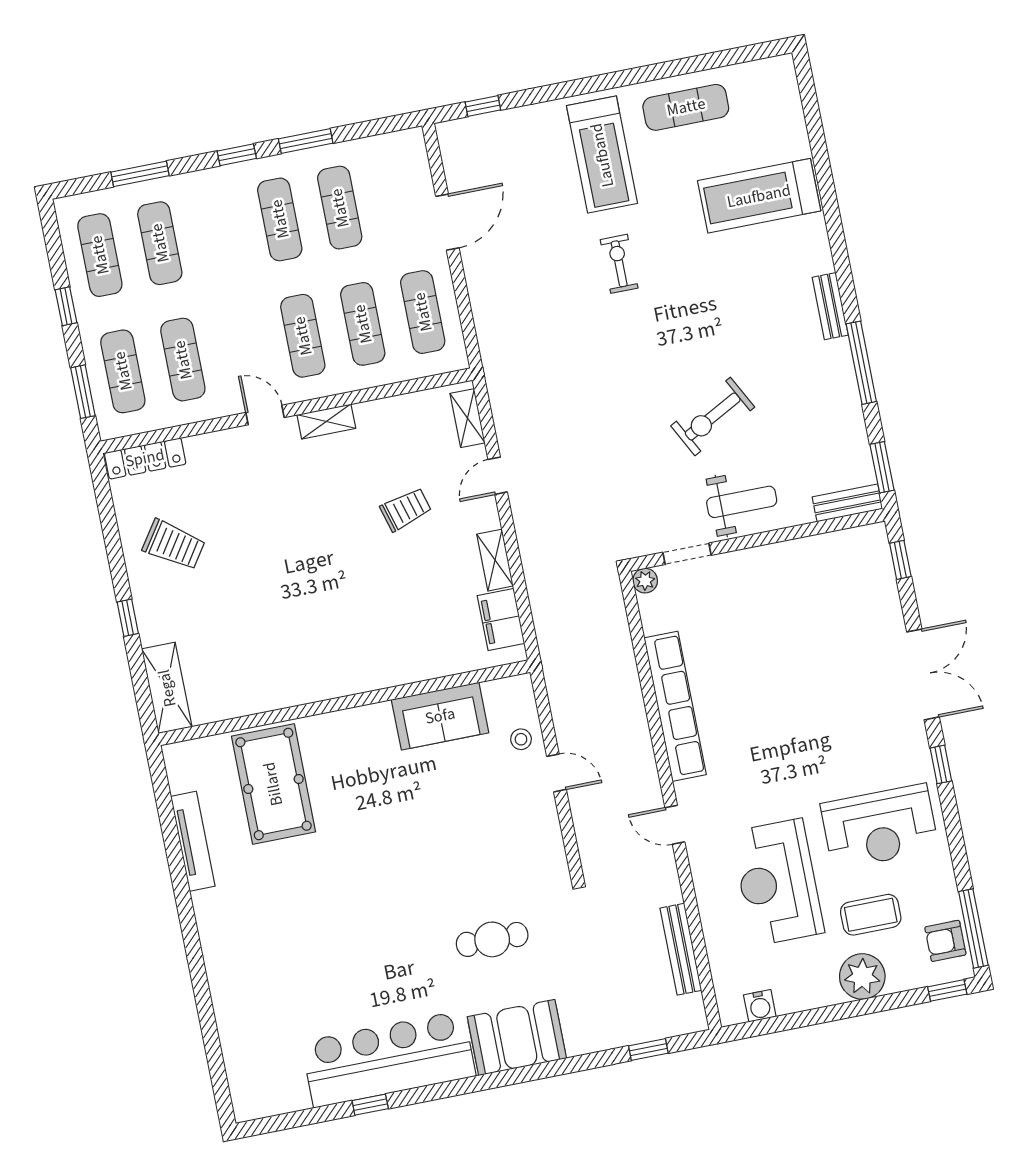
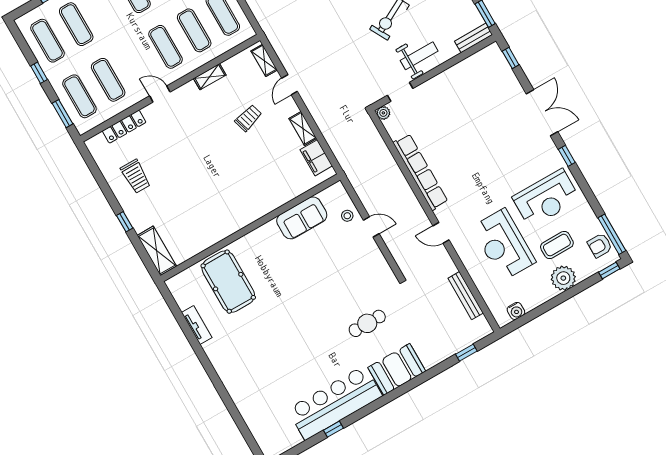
shelving: (326, 422) -> (210, 77), moved
locker: (145, 458) -> (124, 127), moved
trolley: (174, 545) -> (136, 176), turned 56
tv unit: (193, 841) -> (197, 325), width x0.71

